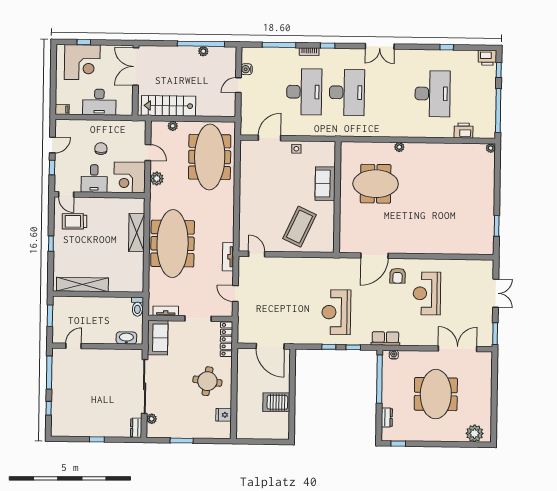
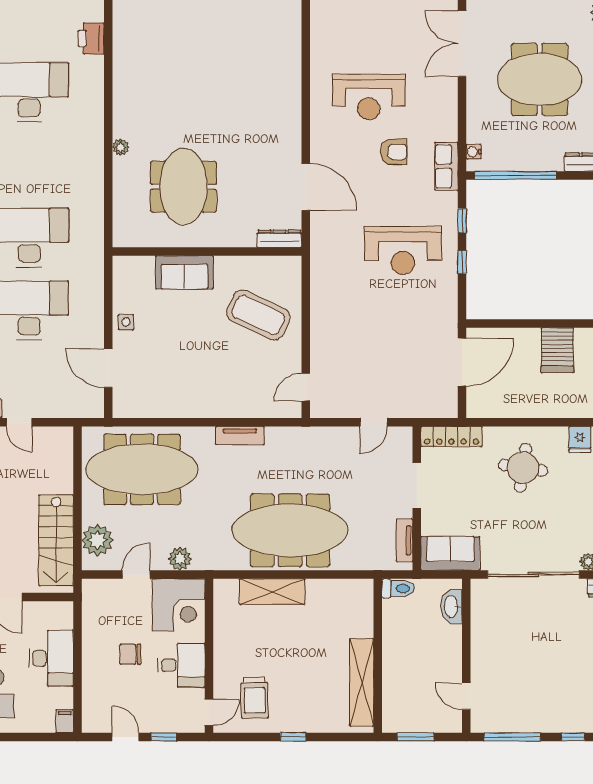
plant: (173, 126) -> (97, 540), width x1.87, depth x1.87
dresser: (344, 240) -> (279, 239), added
tv unit: (228, 257) -> (240, 436), moved
armchair: (398, 276) -> (394, 152), moved

